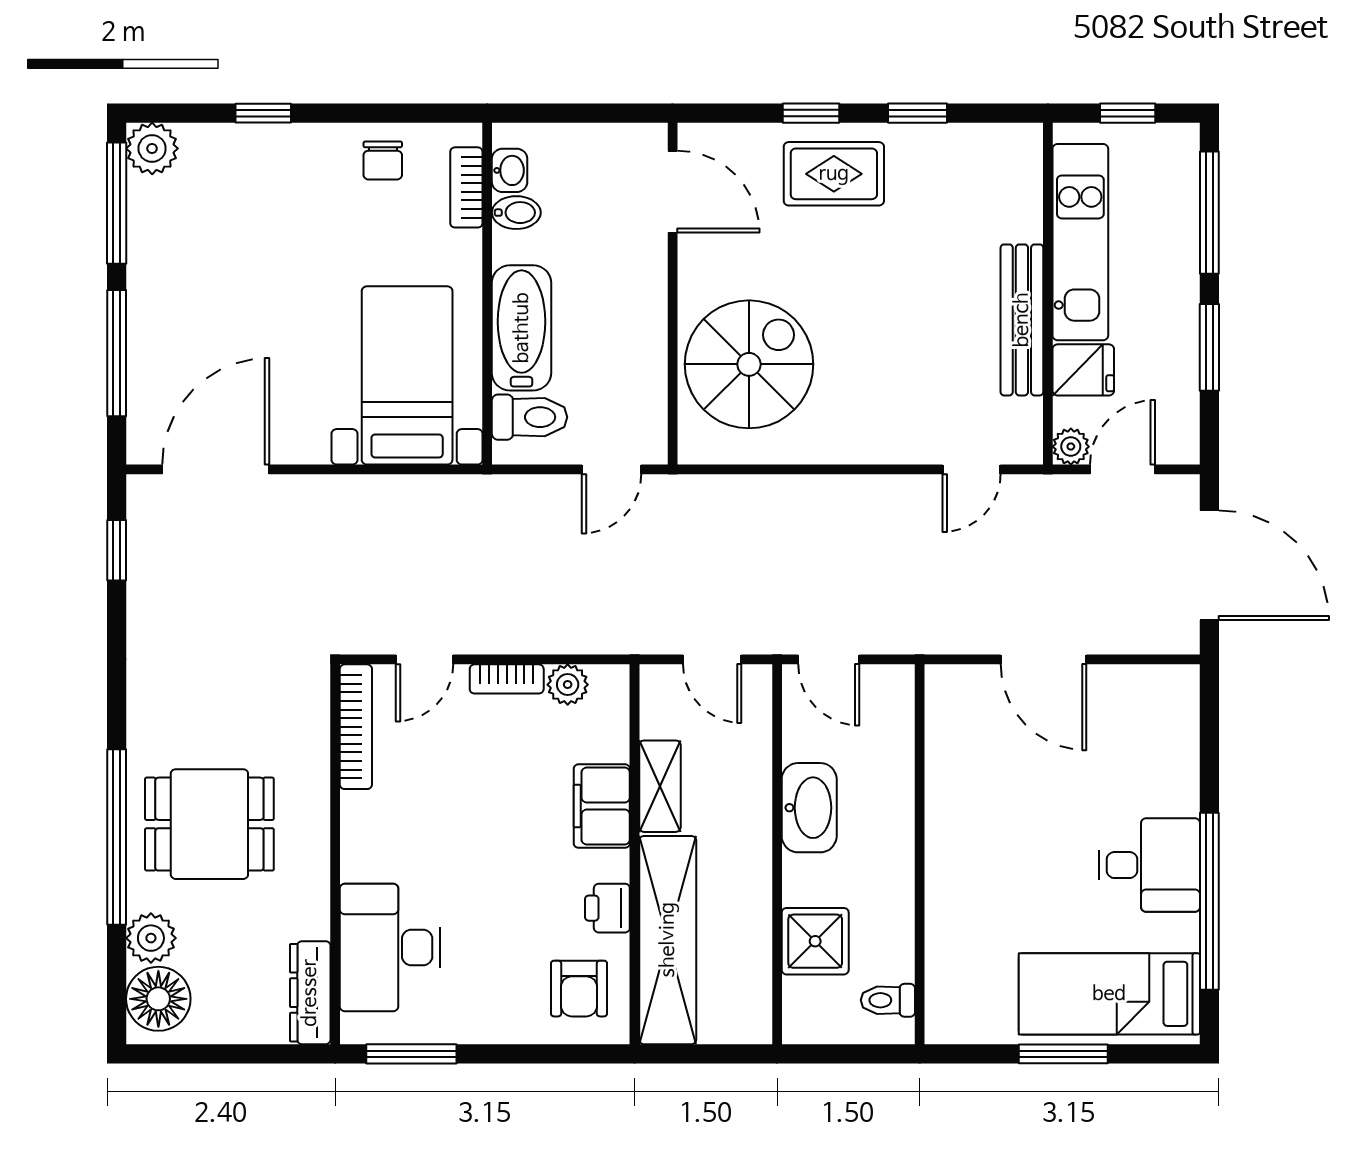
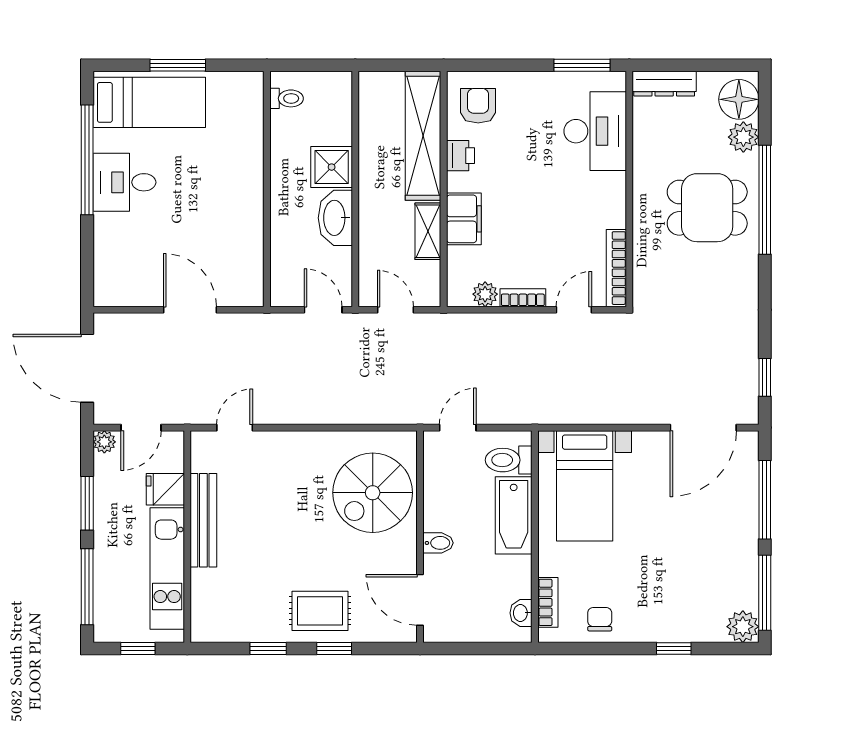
bidet: (516, 213) -> (438, 543), moved, turned 180
plant: (1071, 447) -> (104, 442), moved
shower: (815, 941) -> (332, 167), moved
dresser: (310, 993) -> (664, 84), moved, turned 90

